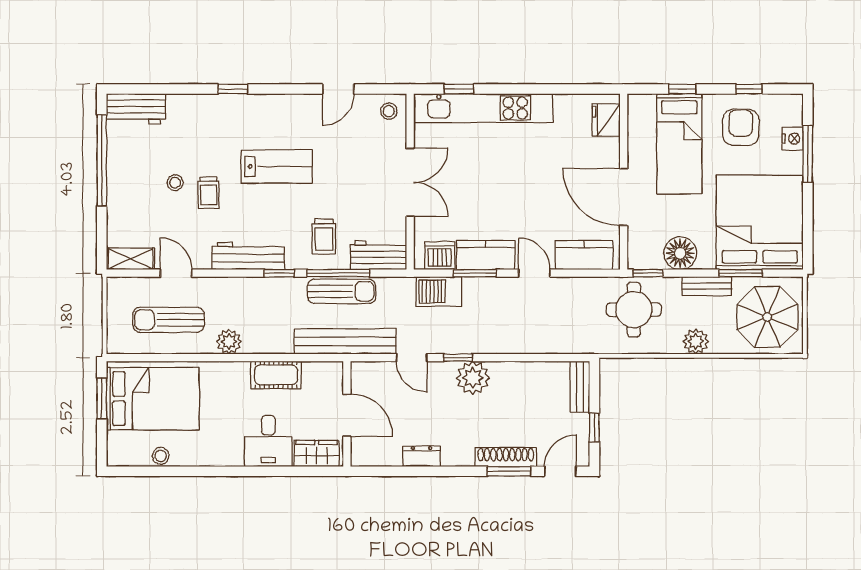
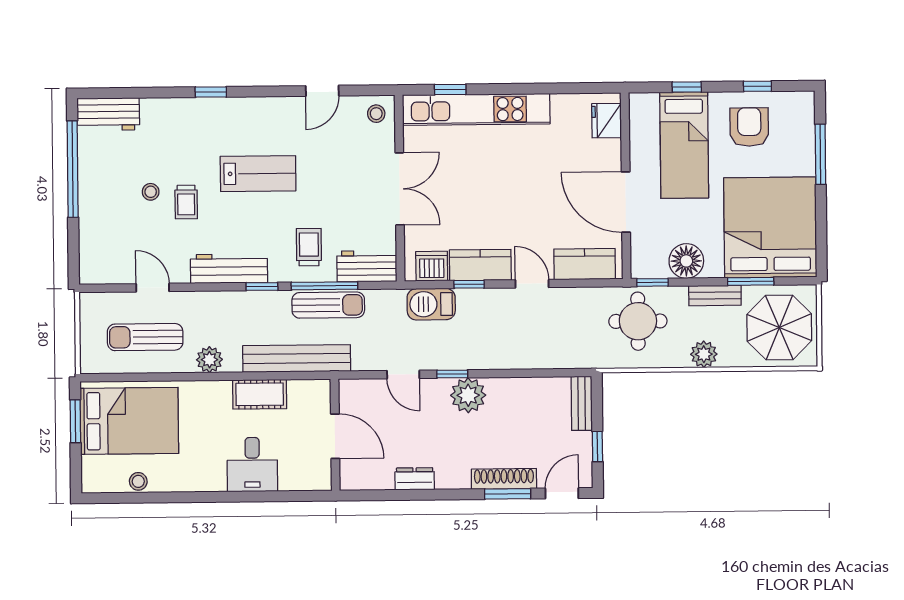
nightstand: (793, 139) -> (804, 138), removed
trolley: (324, 236) -> (309, 247), turned 180
shelving: (131, 259) -> (104, 273), removed
window: (475, 273) -> (469, 284), width x0.67
bench: (345, 341) -> (297, 358), moved
wardrobe: (317, 453) -> (303, 477), removed

